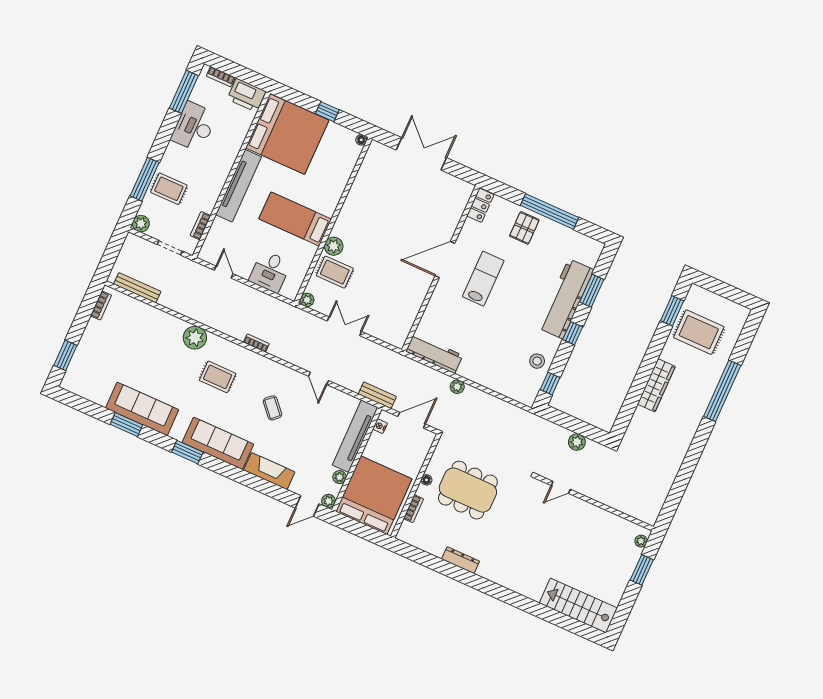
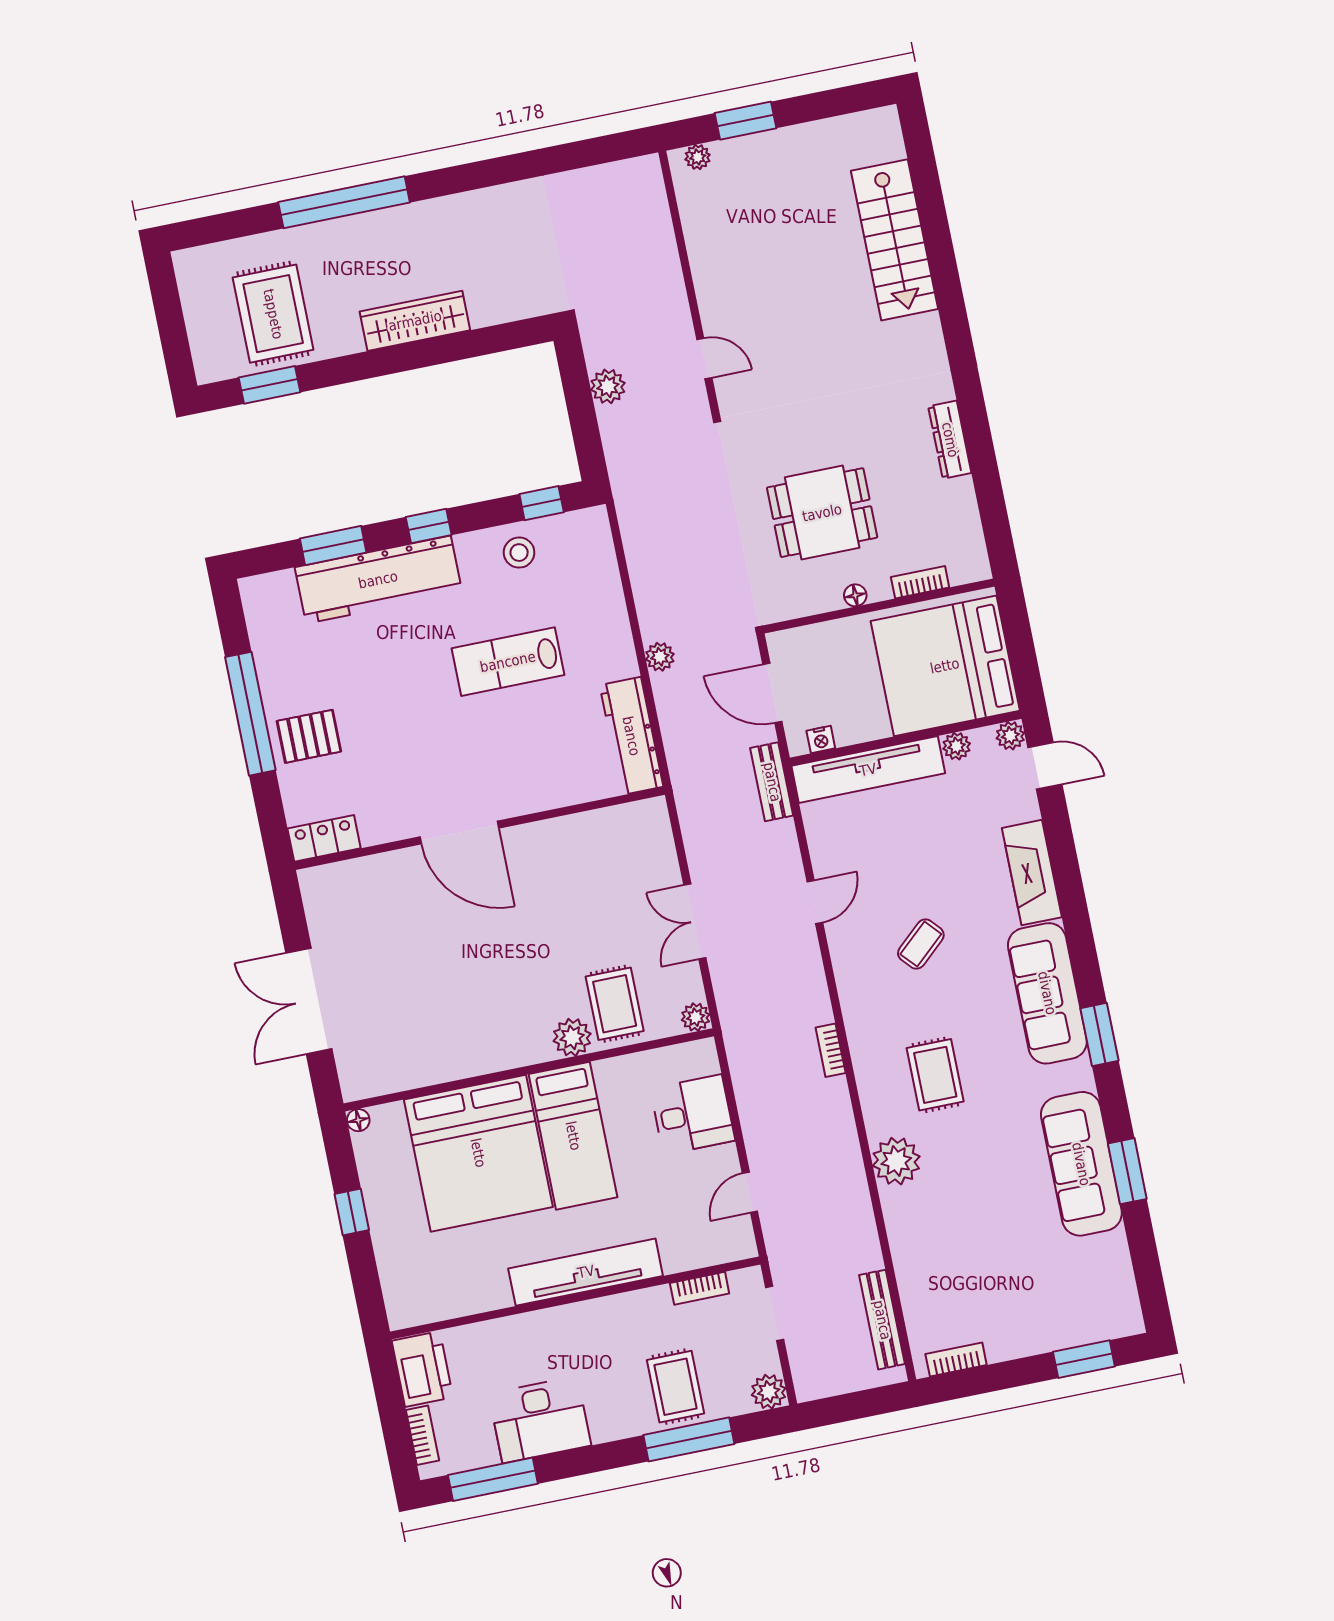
bed: (287, 134) -> (478, 1153), moved, turned 180
lab bench: (483, 279) -> (508, 662), moved
dining table: (468, 490) -> (822, 513), width x0.73
stairs: (578, 605) -> (895, 240), moved

